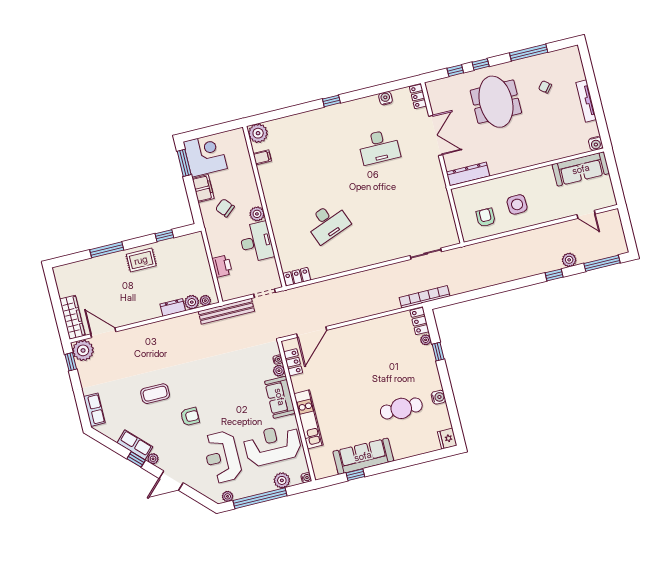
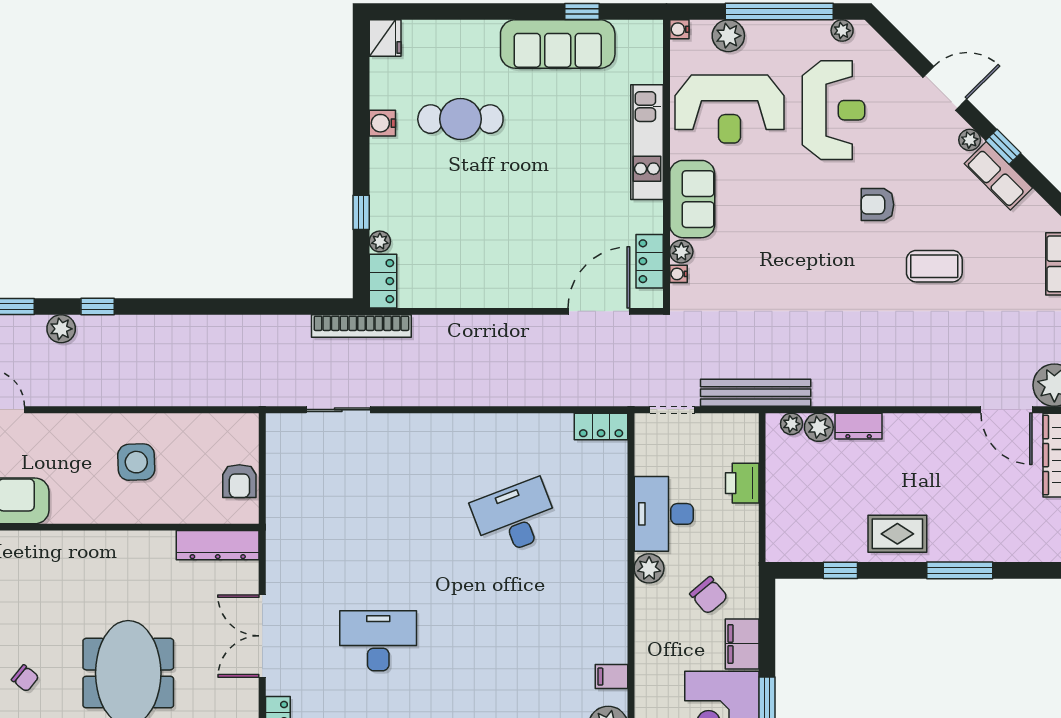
armchair: (486, 218) -> (239, 481), moved

